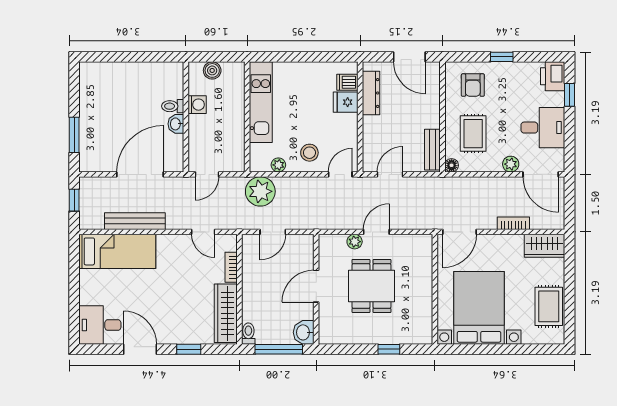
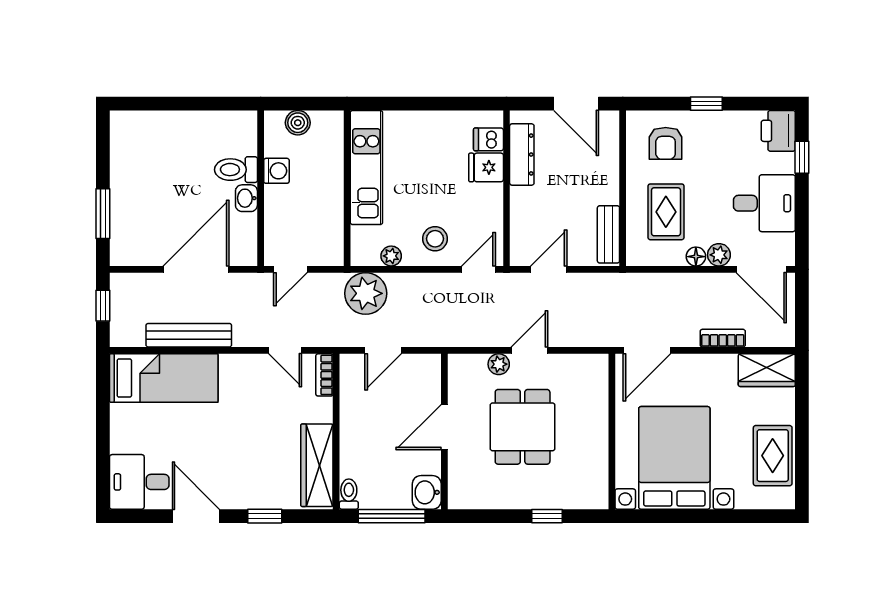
toilet: (173, 106) -> (236, 170), width x1.37, depth x1.39
floor lamp: (452, 165) -> (696, 257), moved
bookcase: (231, 267) -> (324, 375), moved

